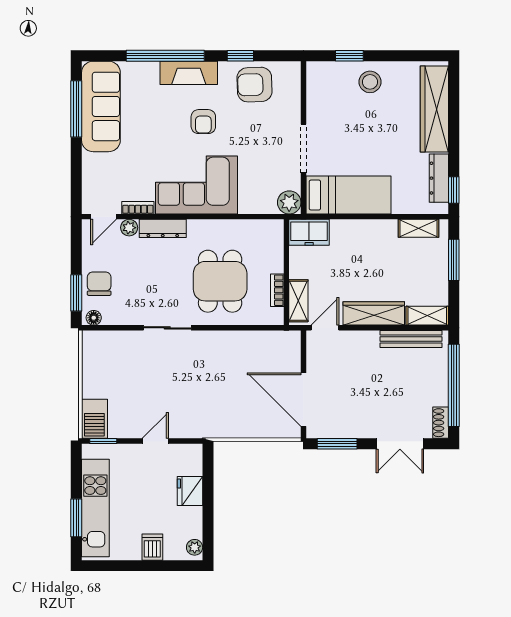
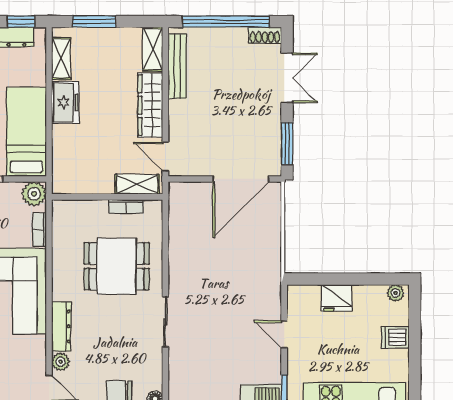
bookcase: (138, 208) -> (40, 230), moved
freezer: (309, 232) -> (65, 102), moved

